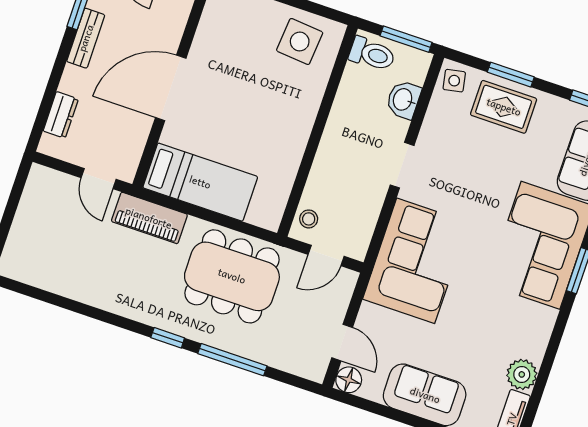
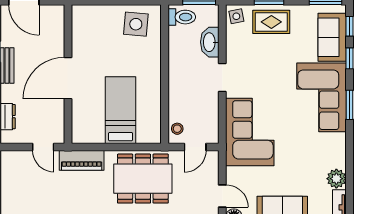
washbasin: (403, 100) -> (210, 42), width x1.38
bed: (200, 182) -> (121, 110), moved, turned -90

